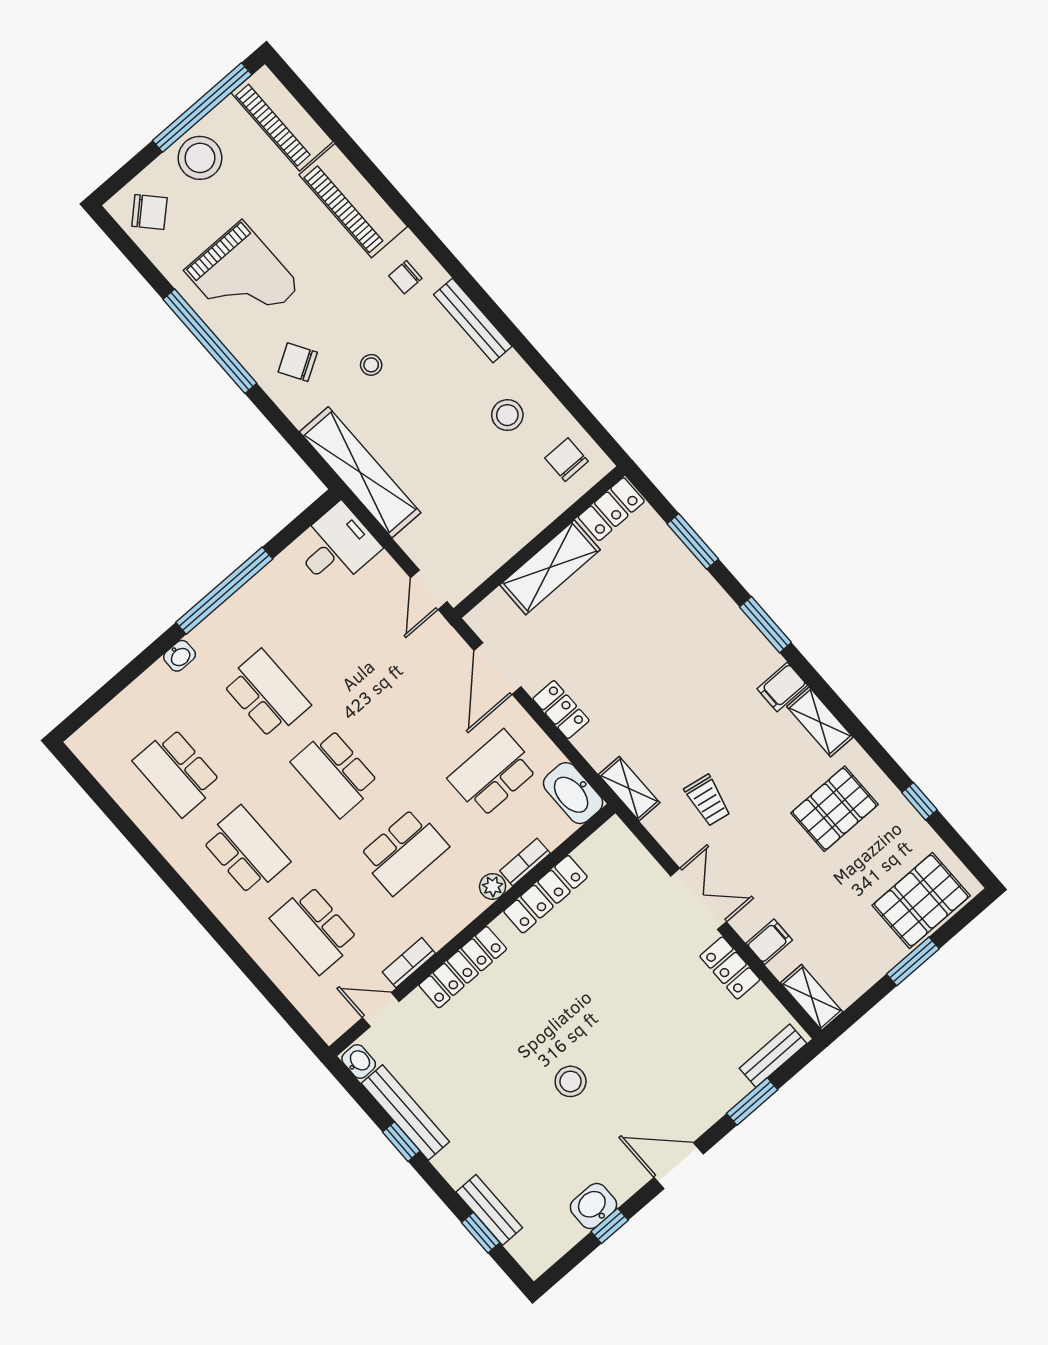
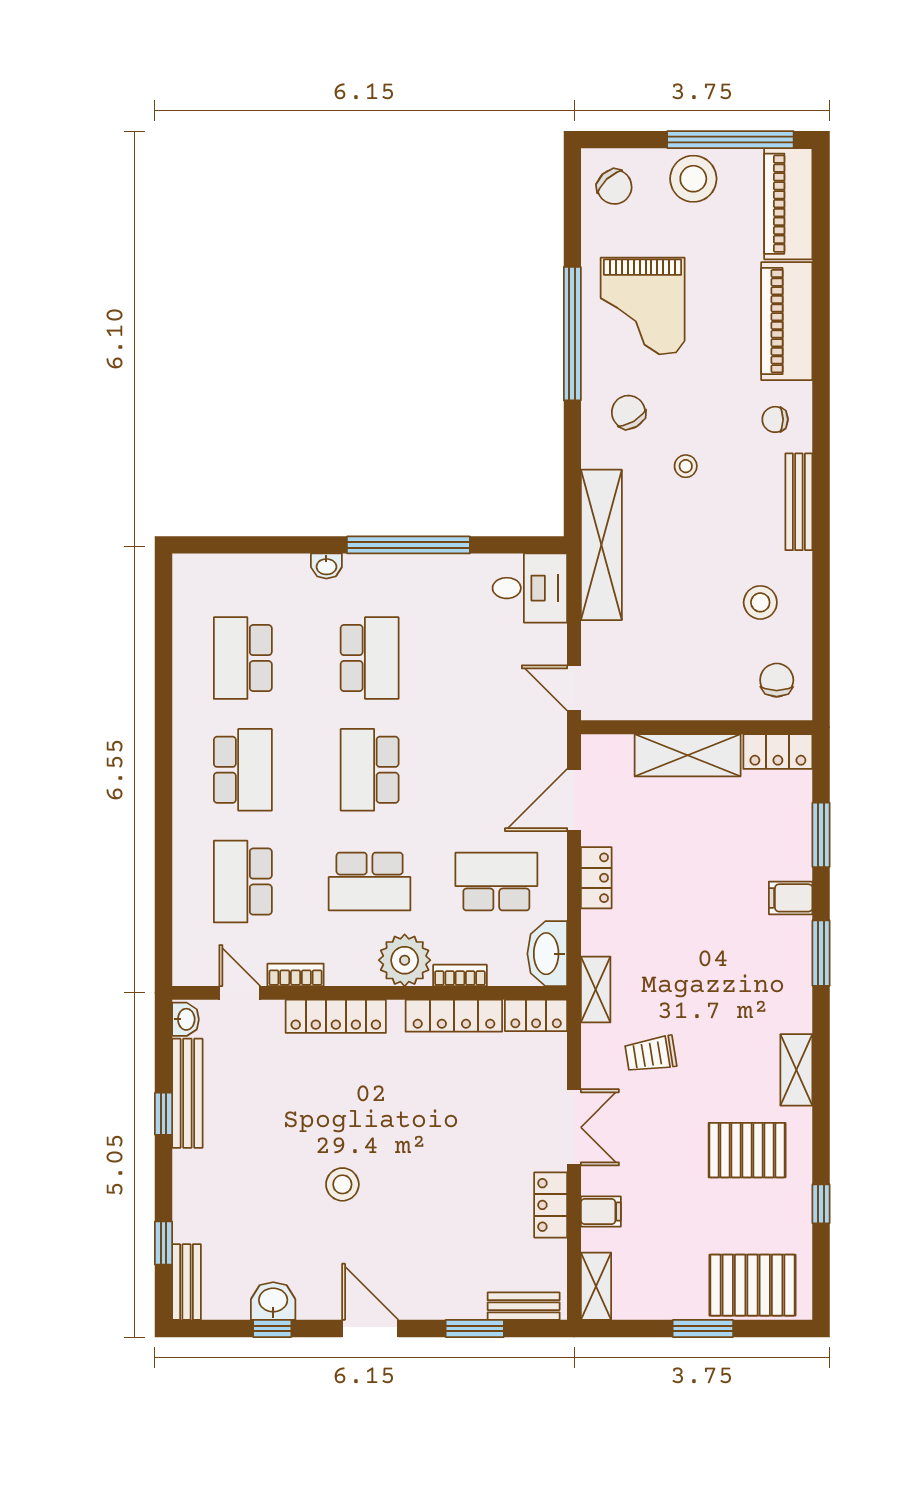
door: (429, 590) -> (574, 688), hinge flipped
filing cabinet: (782, 687) -> (791, 898), moved
trolley: (708, 800) -> (651, 1054), turned 71
locker: (603, 844) -> (536, 1015), added
plant: (493, 886) -> (405, 960), width x1.88, depth x1.88
bench: (489, 1210) -> (186, 1282), moved

